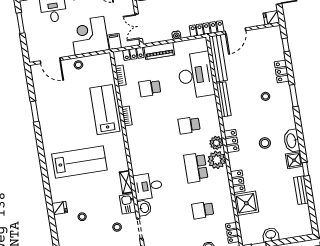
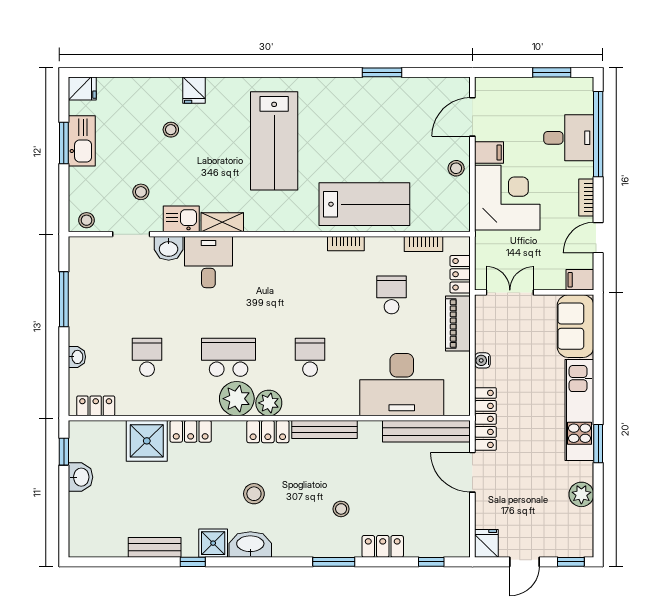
filing cabinet: (115, 41) -> (489, 153), moved
bench: (224, 99) -> (324, 430), moved

